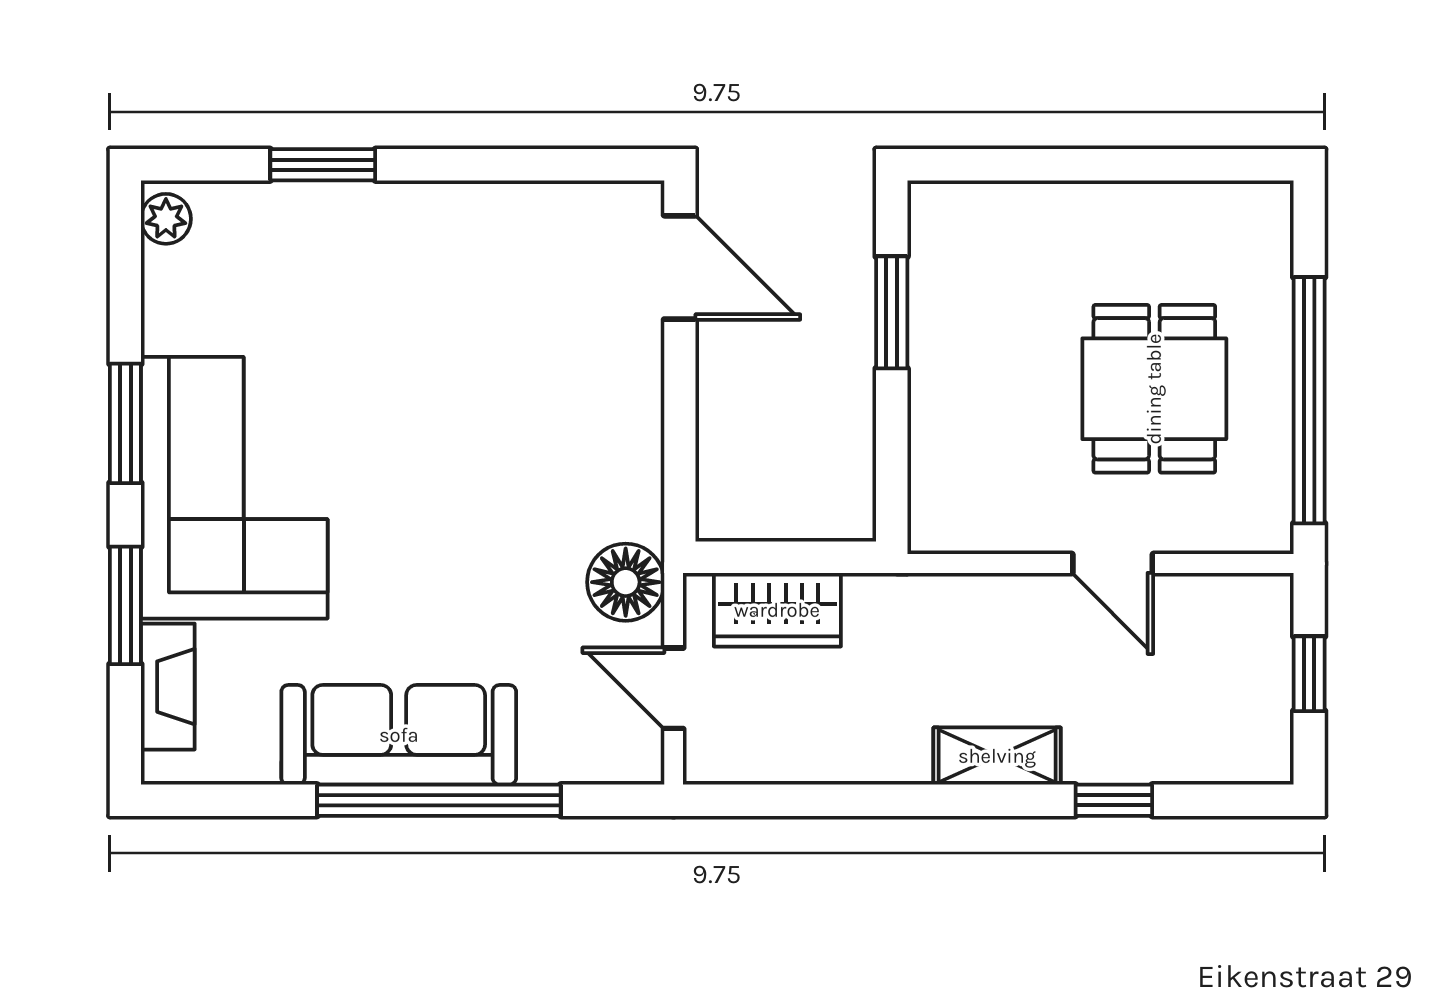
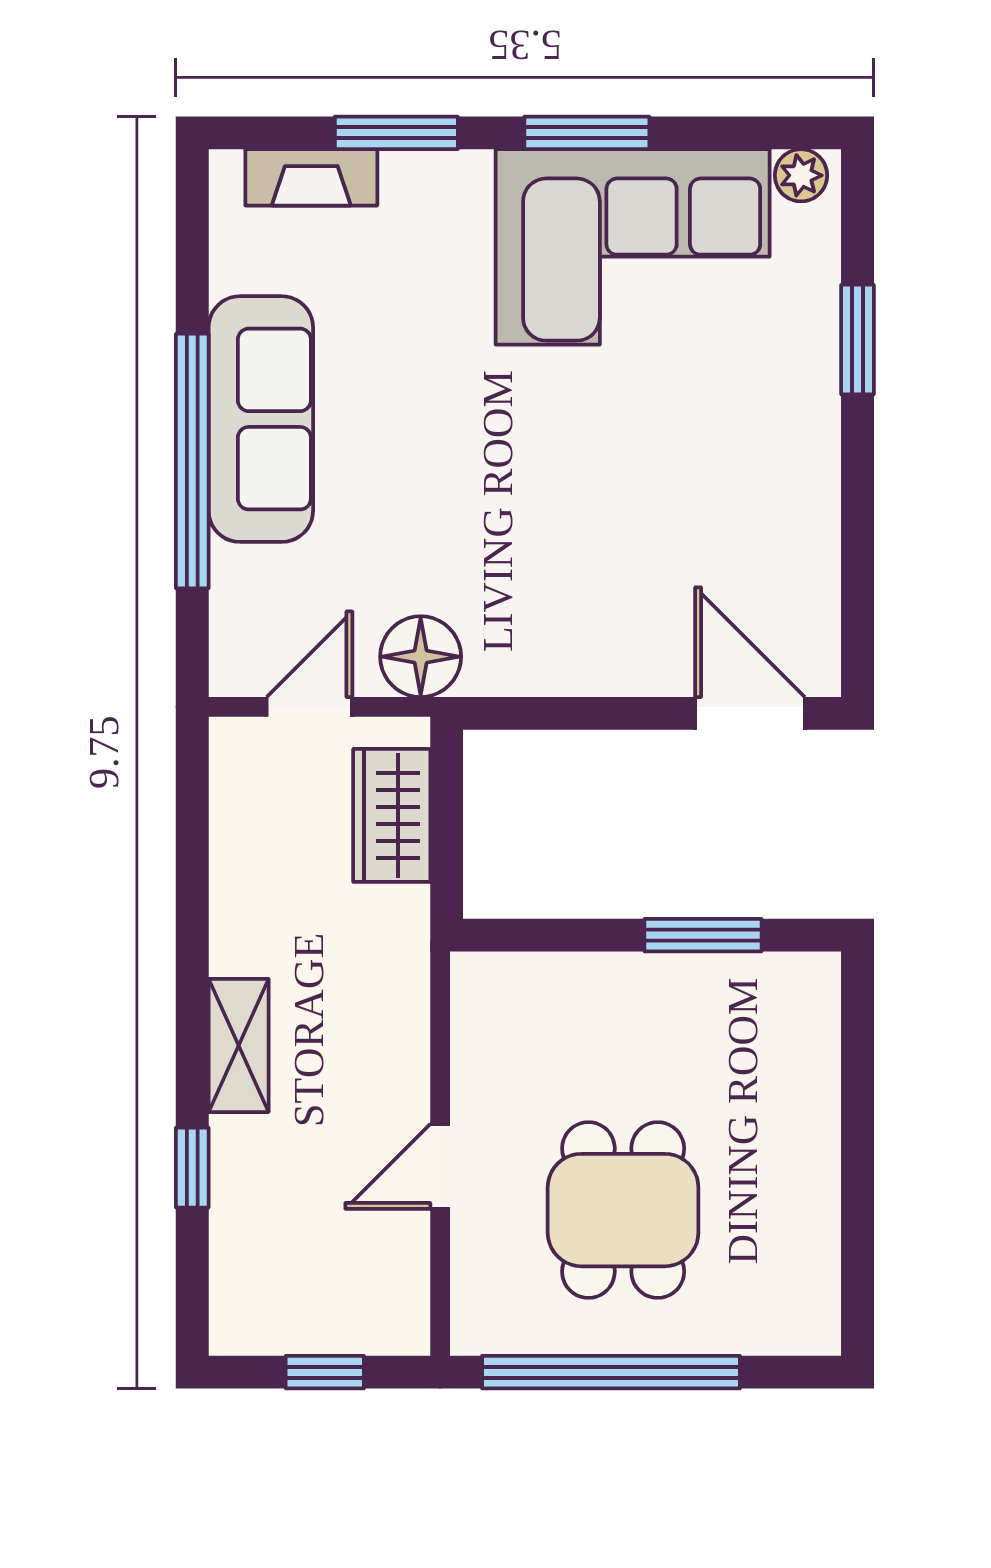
door: (680, 267) -> (750, 713), swing flipped
dining table: (1154, 389) -> (623, 1210), turned 90
corner sofa: (234, 488) -> (633, 247), moved

